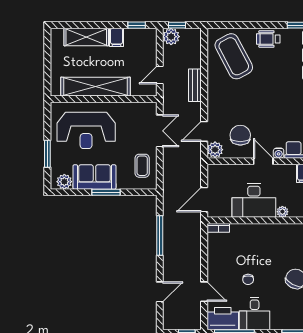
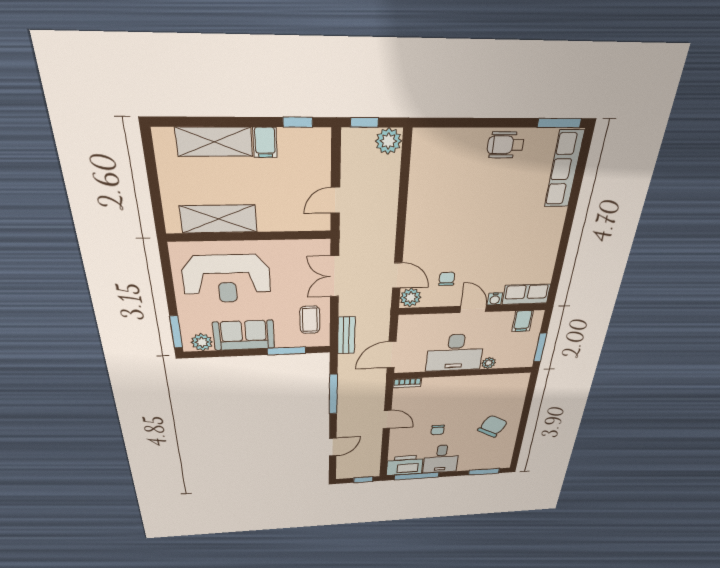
plant: (171, 37) -> (388, 141), moved
coffee table: (234, 56) -> (450, 172), removed
bench: (195, 85) -> (346, 335), moved
shelving: (96, 87) -> (219, 219), width x0.68
double door: (160, 131) -> (335, 276), swing flipped
door: (204, 131) -> (397, 275), swing flipped
chair: (240, 135) -> (447, 279), width x0.54, depth x0.54
window: (47, 154) -> (176, 332), moved
window: (106, 192) -> (286, 351), moved
door: (204, 292) -> (387, 419), moved

